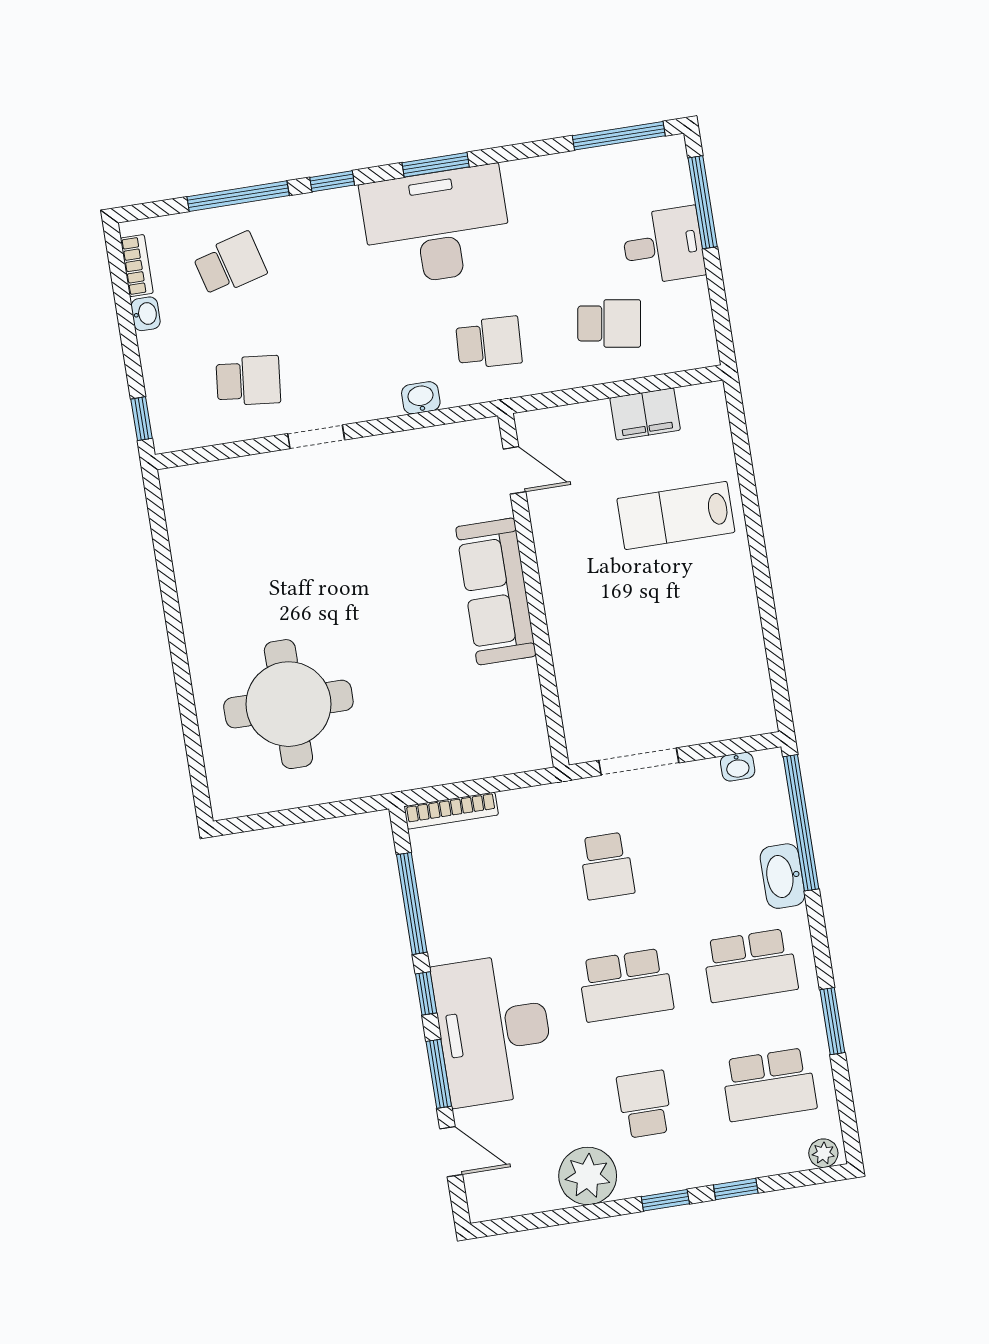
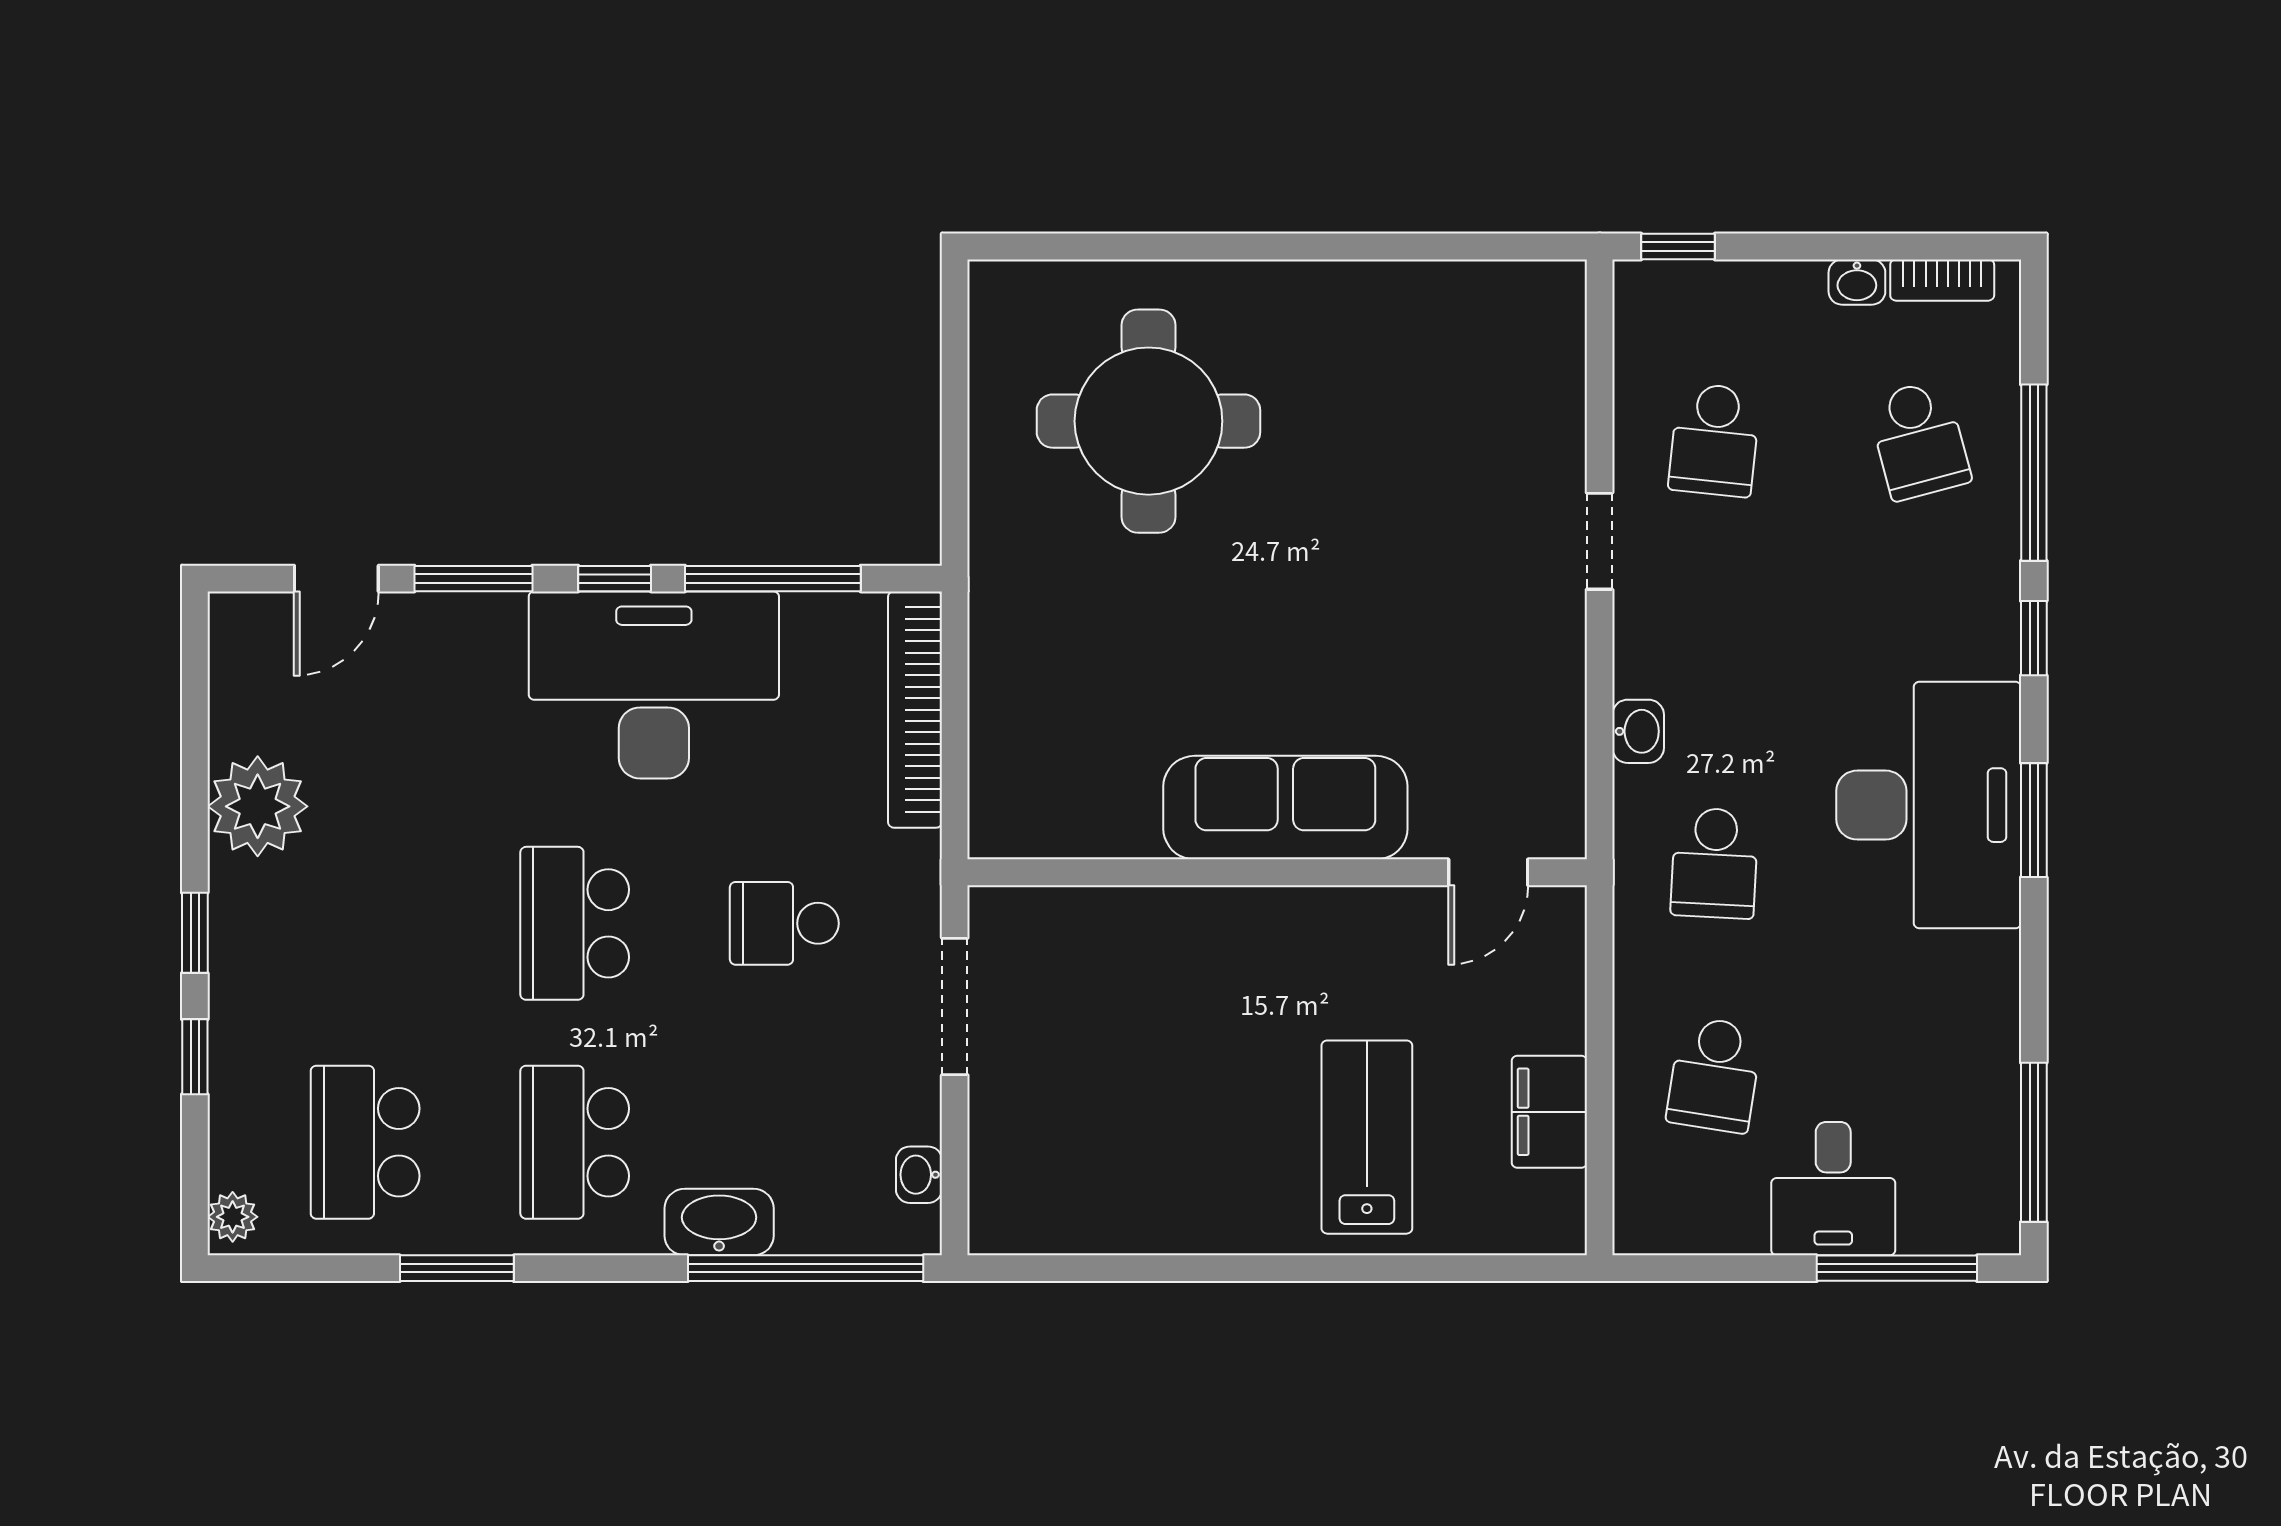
bookcase: (451, 811) -> (915, 710), width x1.48, depth x1.31
desk: (494, 1030) -> (654, 685), moved
school desk: (645, 1104) -> (365, 923), removed

